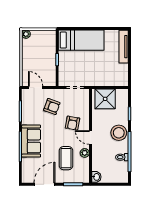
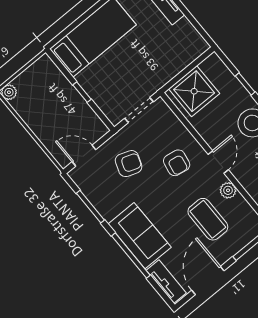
door: (90, 137) -> (218, 162), swing flipped
tv unit: (26, 170) -> (166, 282), added

